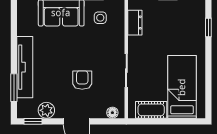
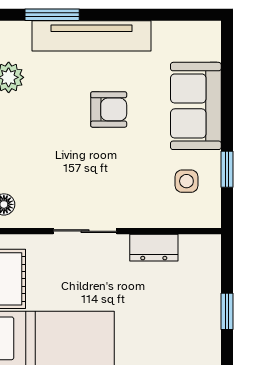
dresser: (135, 23) -> (154, 248), moved
armchair: (82, 80) -> (109, 109), moved

